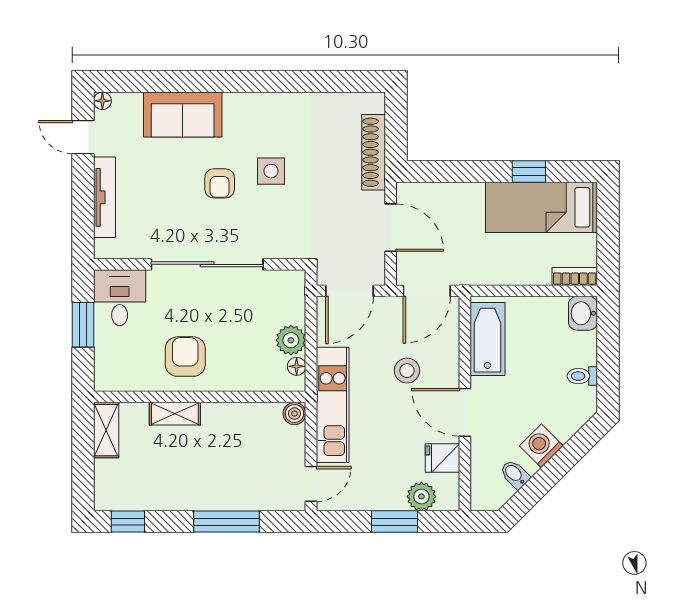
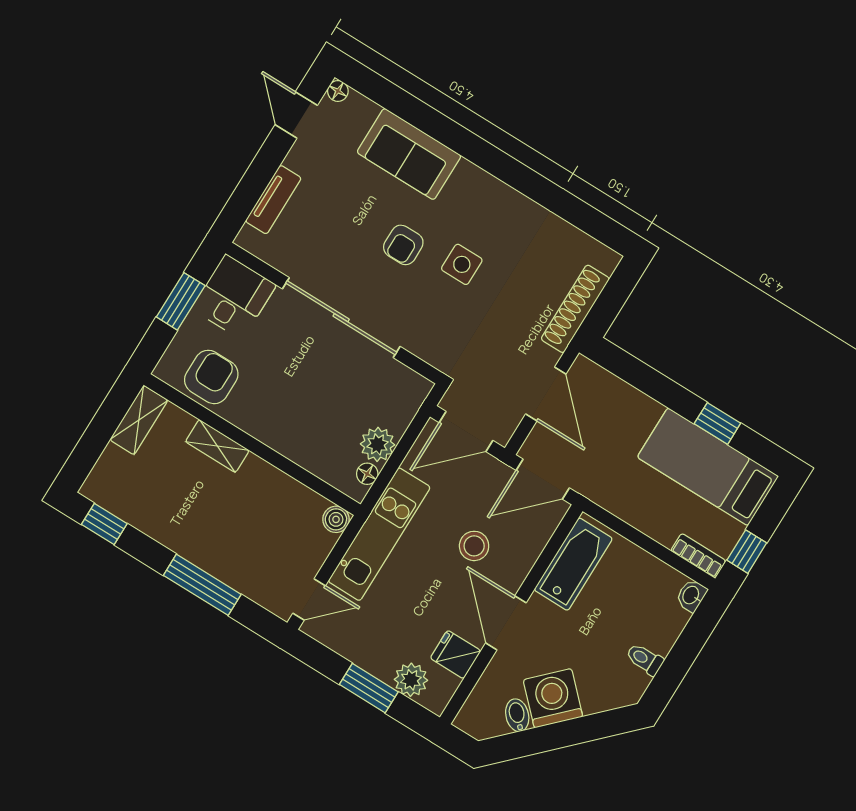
tv unit: (105, 197) -> (273, 200), width x0.71
window: (608, 252) -> (747, 552), added
washbasin: (583, 313) -> (691, 595), width x0.72, depth x0.69
armchair: (185, 357) -> (211, 377), moved
washing machine: (541, 446) -> (553, 698), width x1.37, depth x1.37

